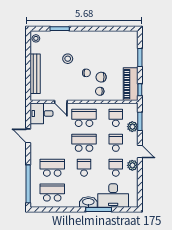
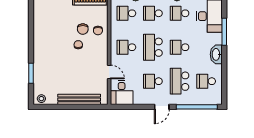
stool: (68, 59) -> (63, 65), removed
door: (61, 102) -> (109, 72), hinge flipped
school desk: (84, 118) -> (126, 47), width x0.54
door: (28, 136) -> (162, 107), moved
school desk: (52, 143) -> (153, 81), added
school desk: (52, 193) -> (206, 81), width x0.54
washbasin: (88, 202) -> (216, 54), moved

